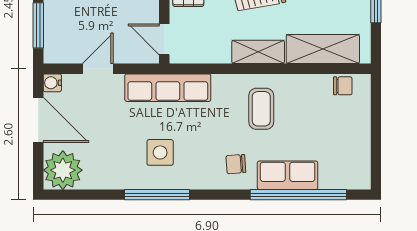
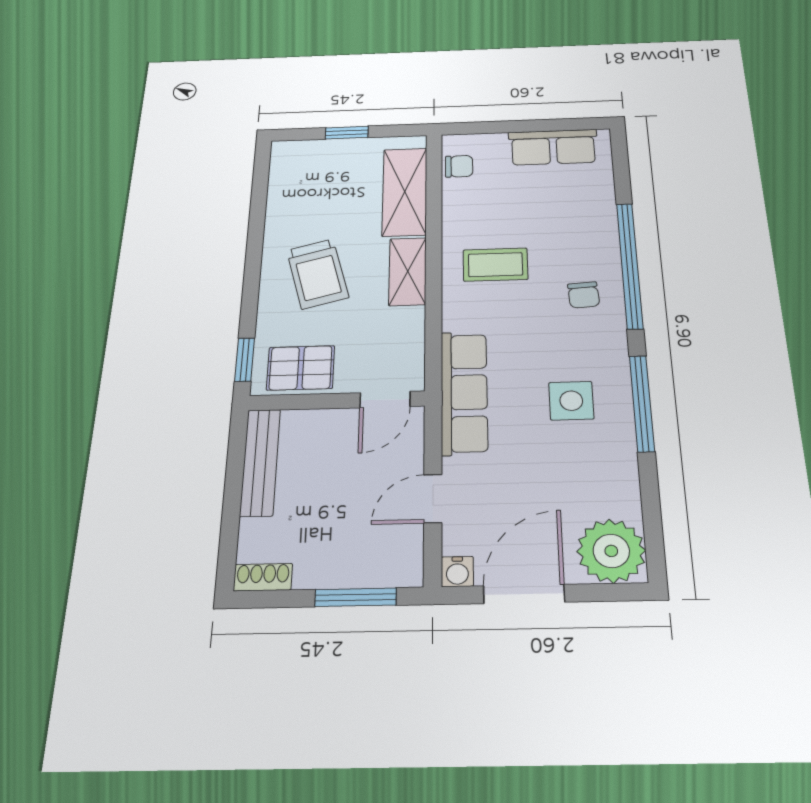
door: (98, 69) -> (433, 499), hinge flipped
chair: (343, 86) -> (459, 166), turned 90
row of seats: (288, 175) -> (553, 147), moved, turned -90
window: (298, 195) -> (630, 265), moved

